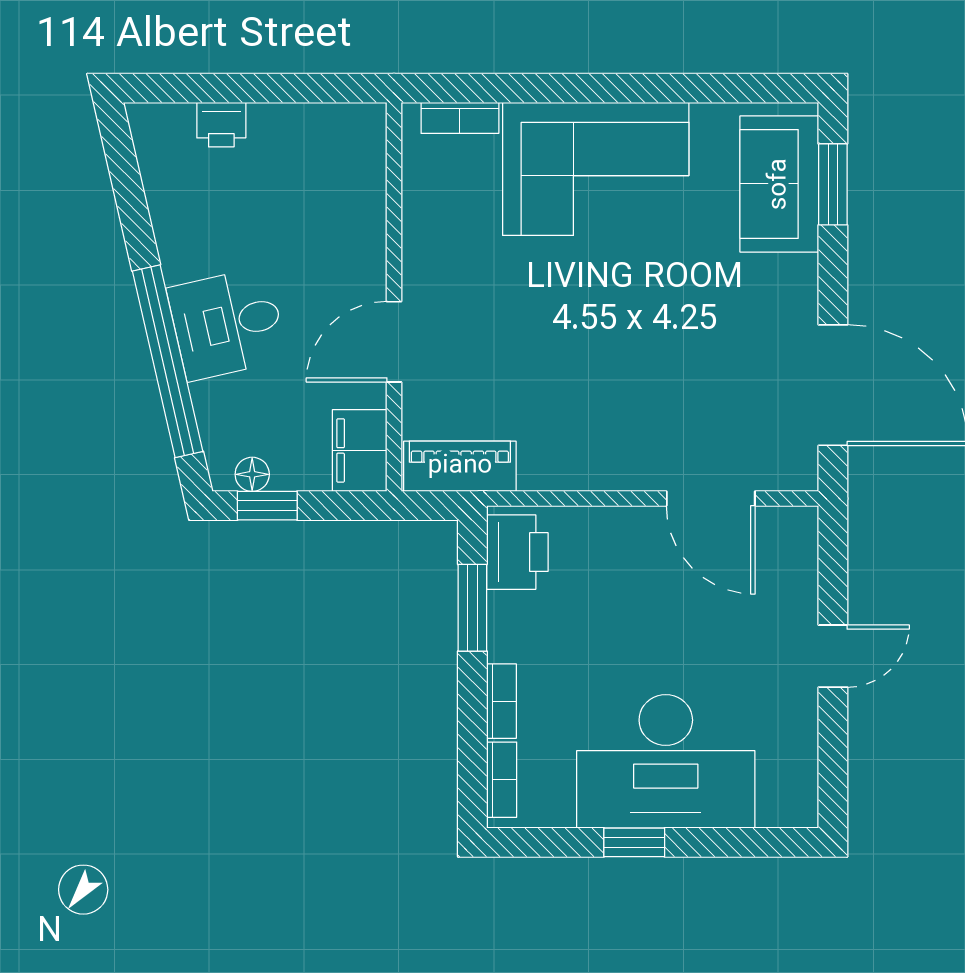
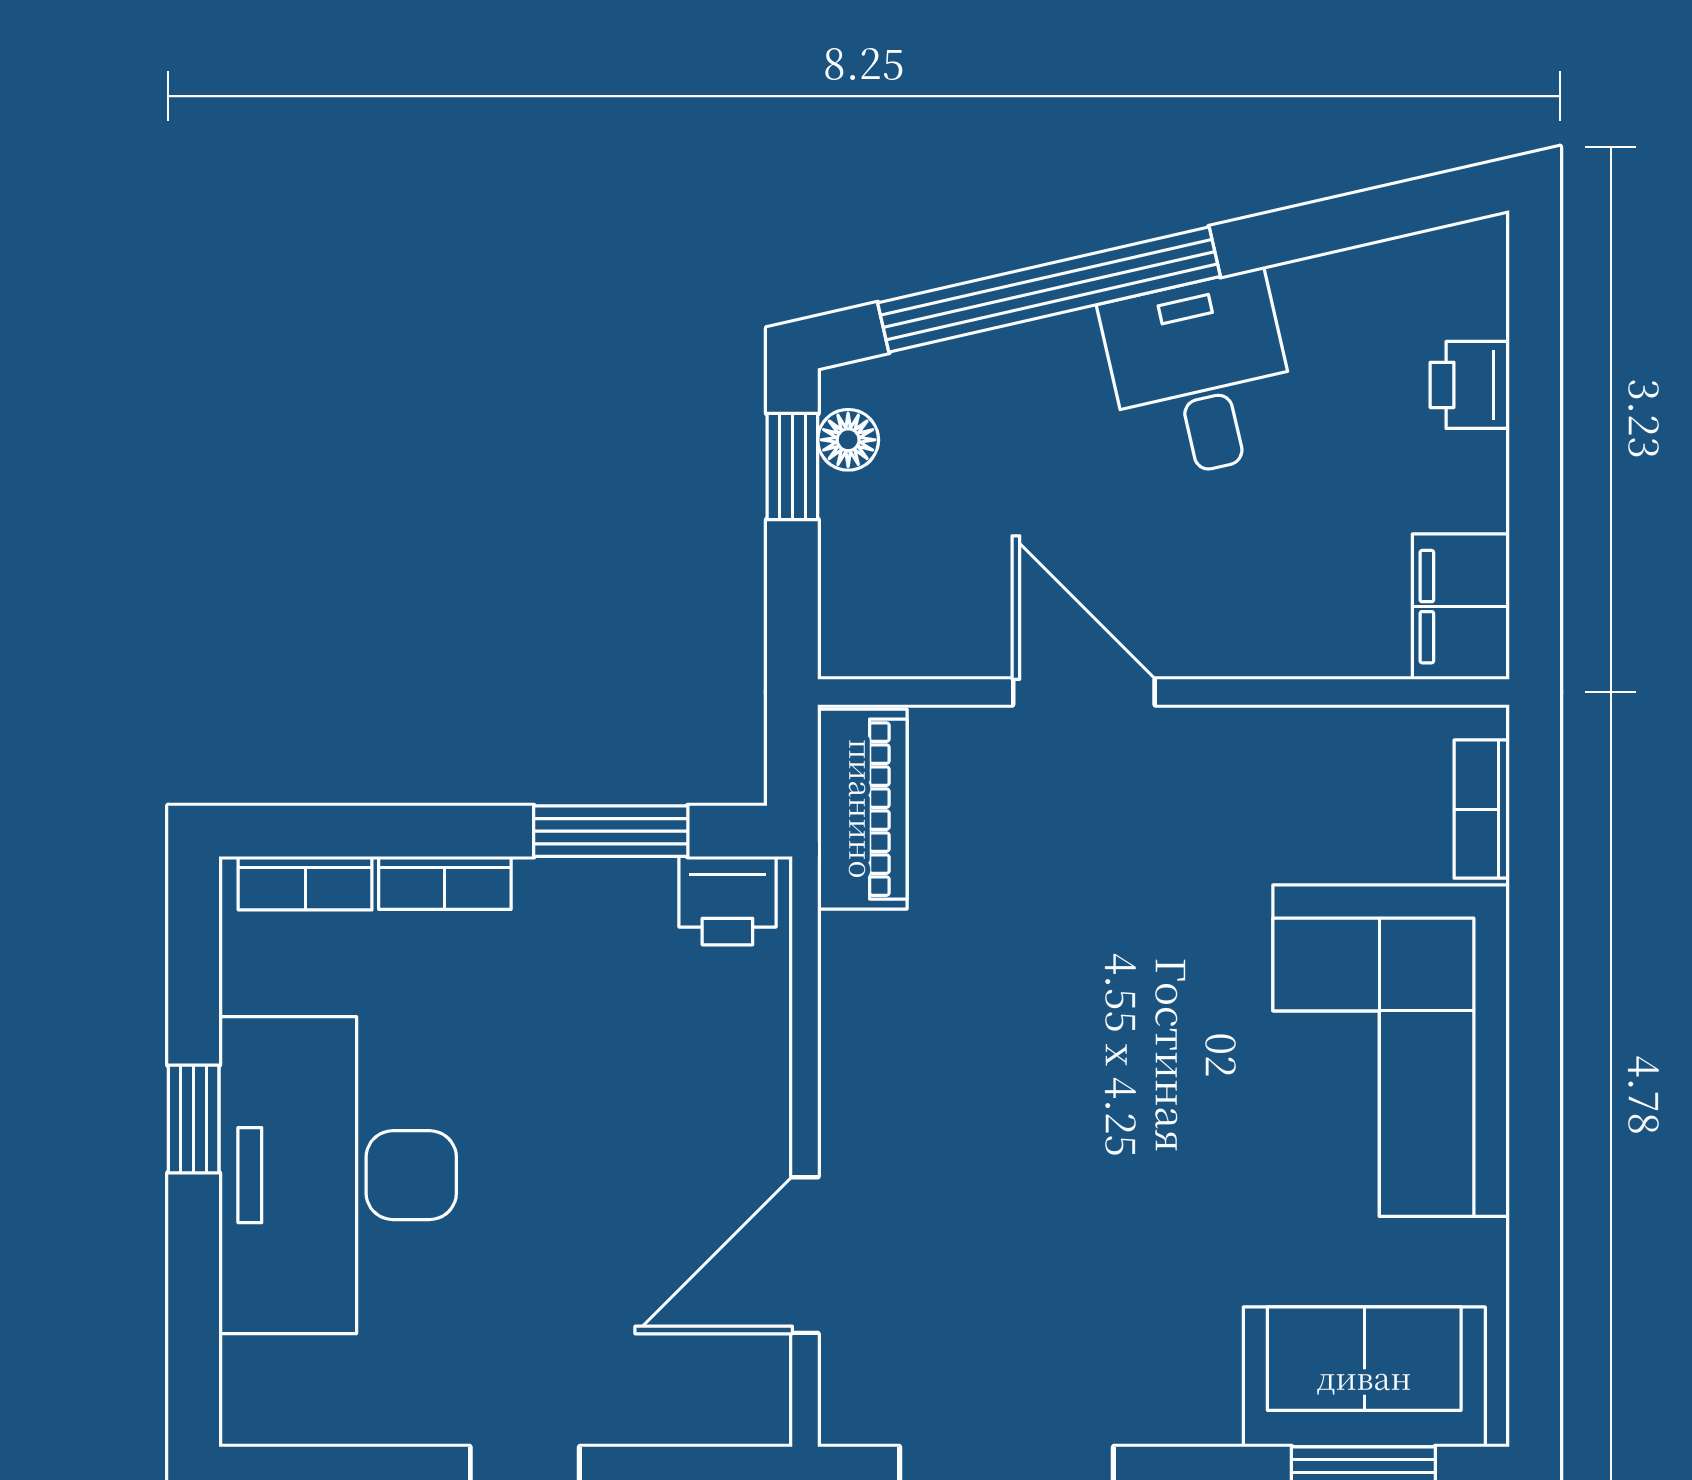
desk: (227, 324) -> (1201, 376), moved
filing cabinet: (360, 450) -> (1461, 607), moved, turned -90
printer: (517, 552) -> (727, 901), width x0.73, depth x0.81

